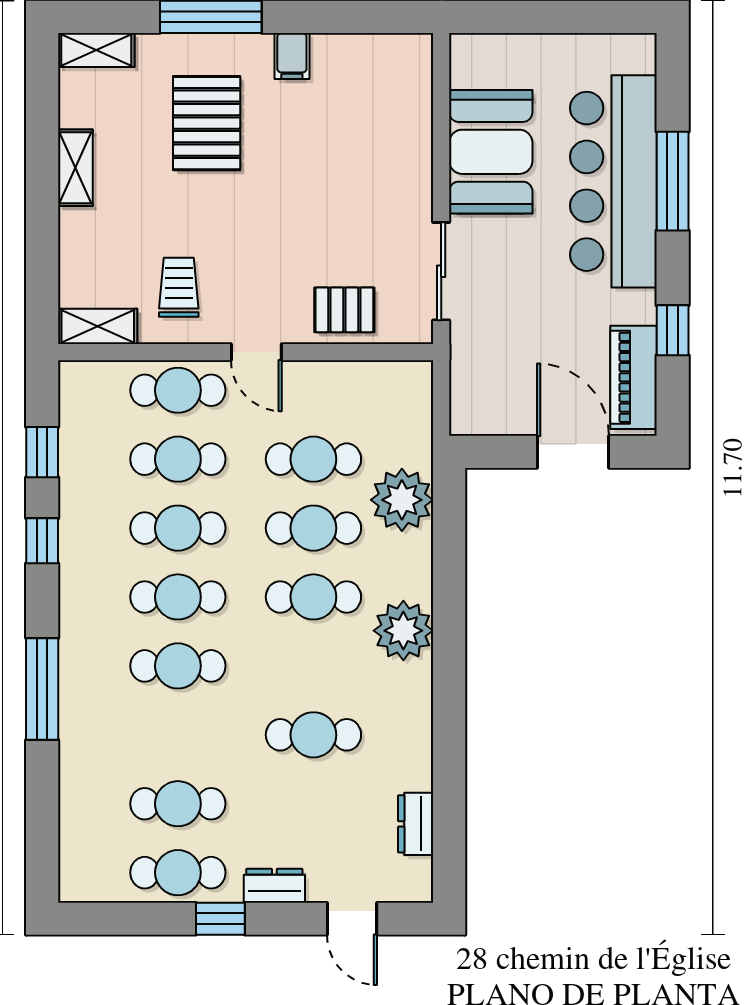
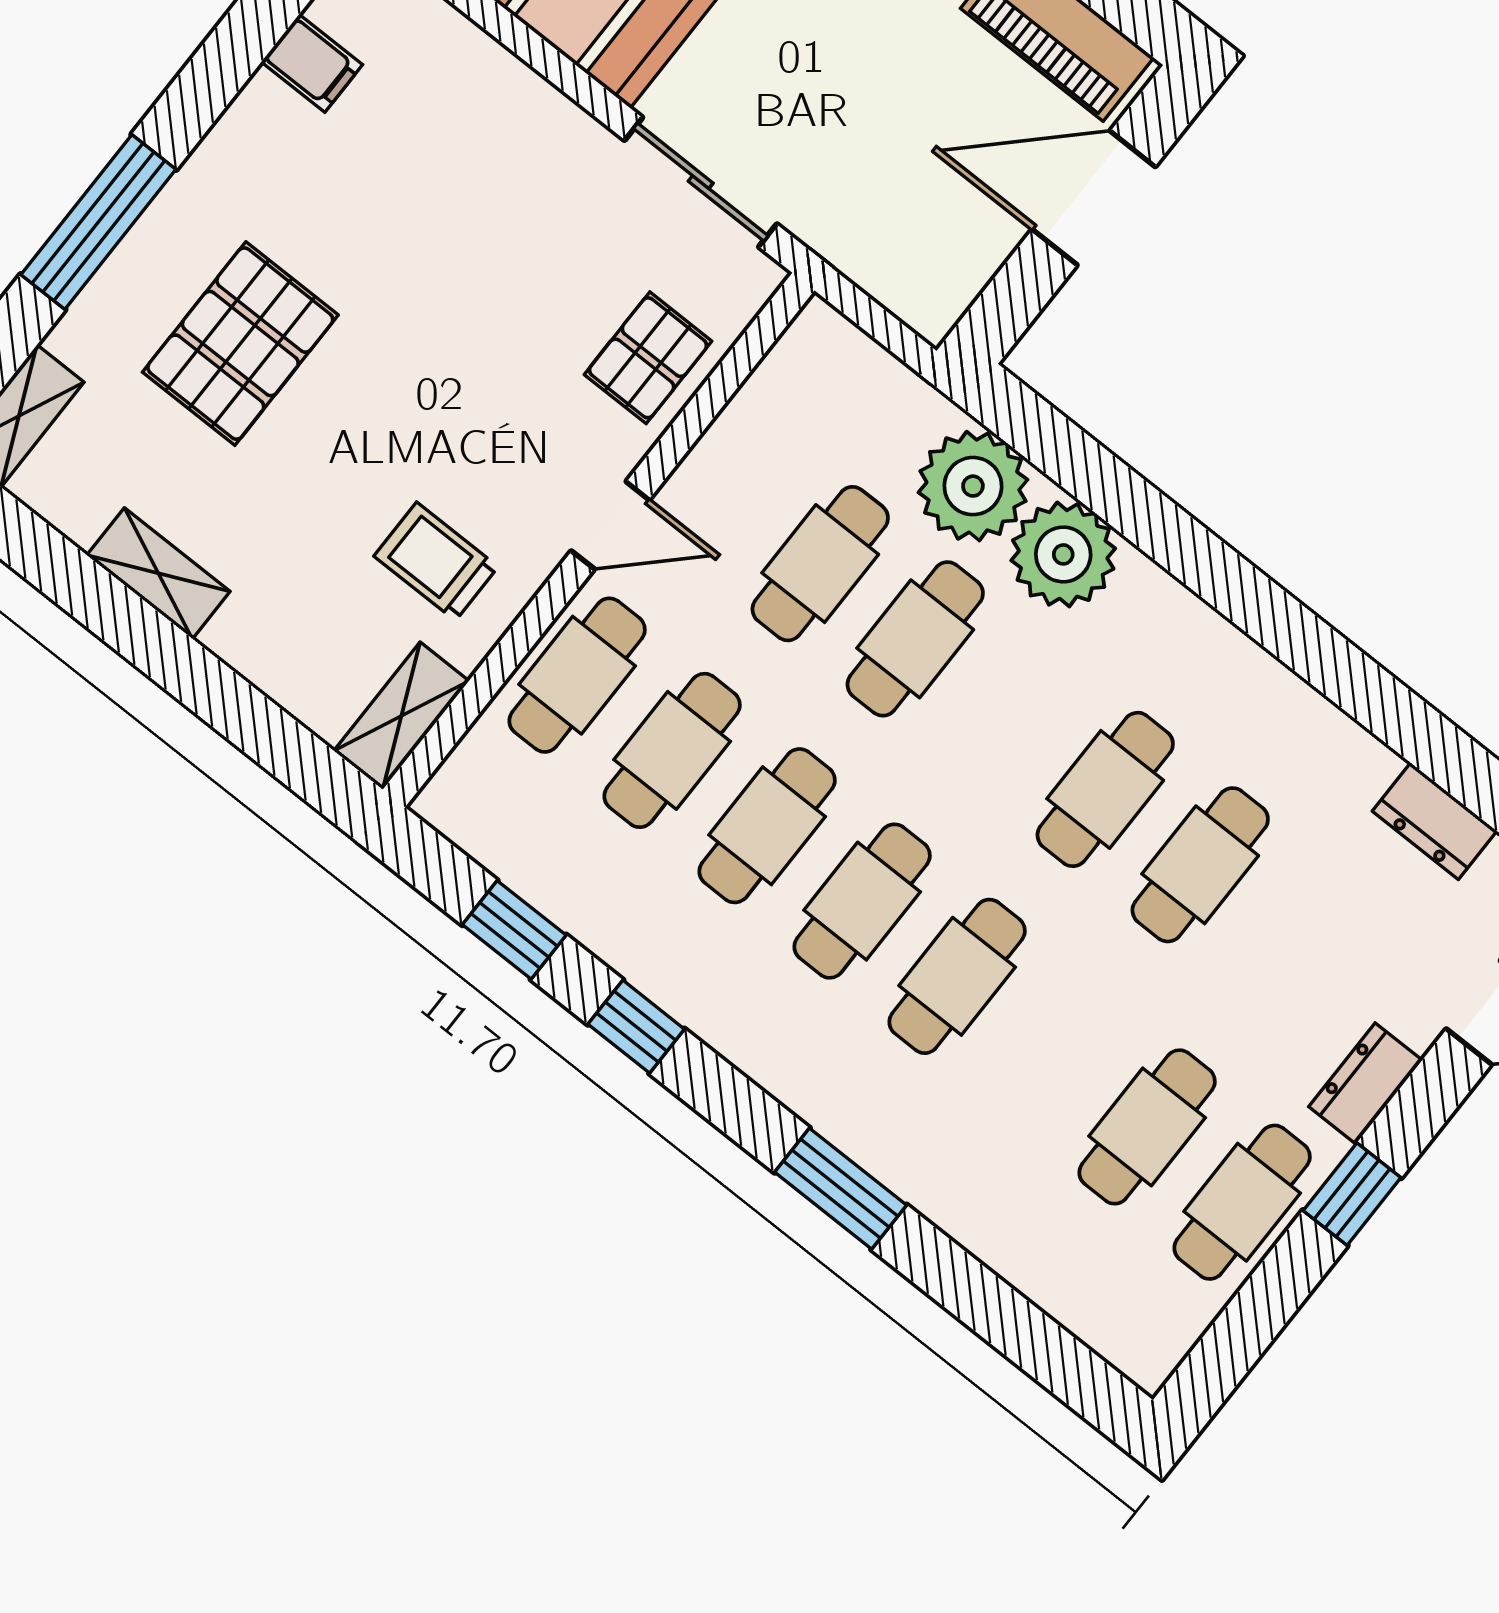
filing cabinet: (292, 56) -> (312, 63), moved
pallet: (207, 123) -> (240, 344), turned 90
cafe table: (313, 597) -> (1105, 789), moved
plant: (403, 631) -> (1063, 554), moved
window: (42, 689) -> (841, 1189), width x0.69

